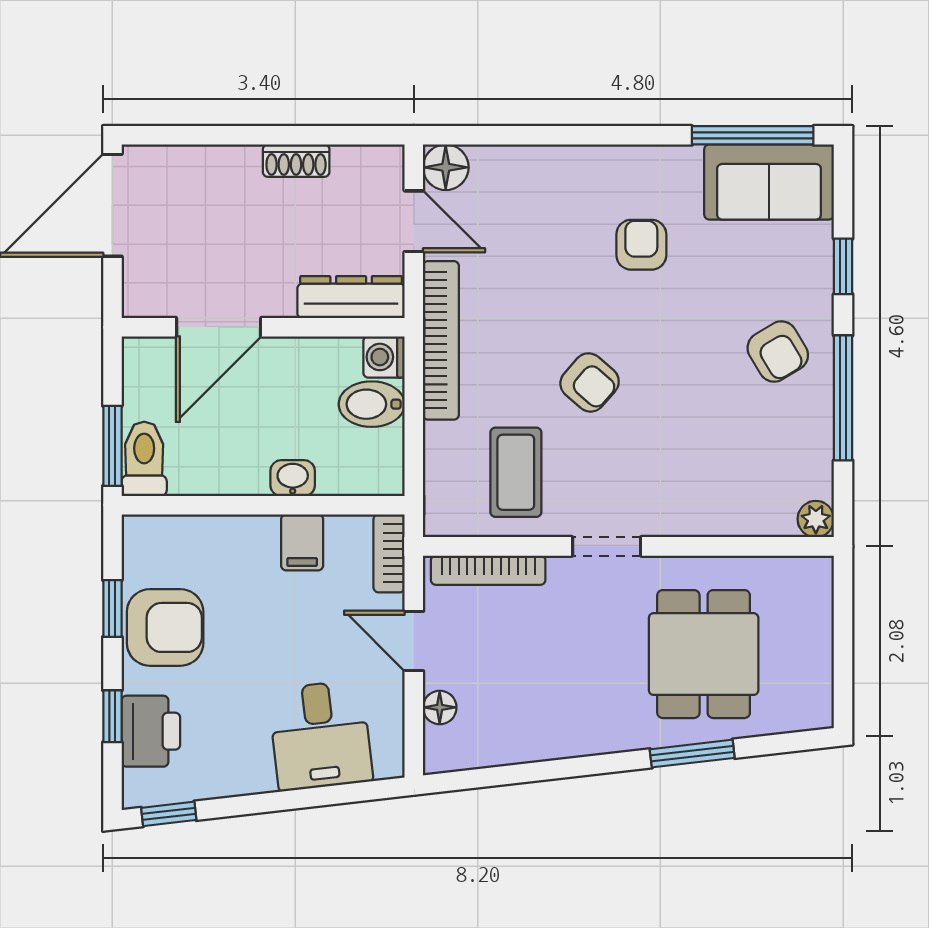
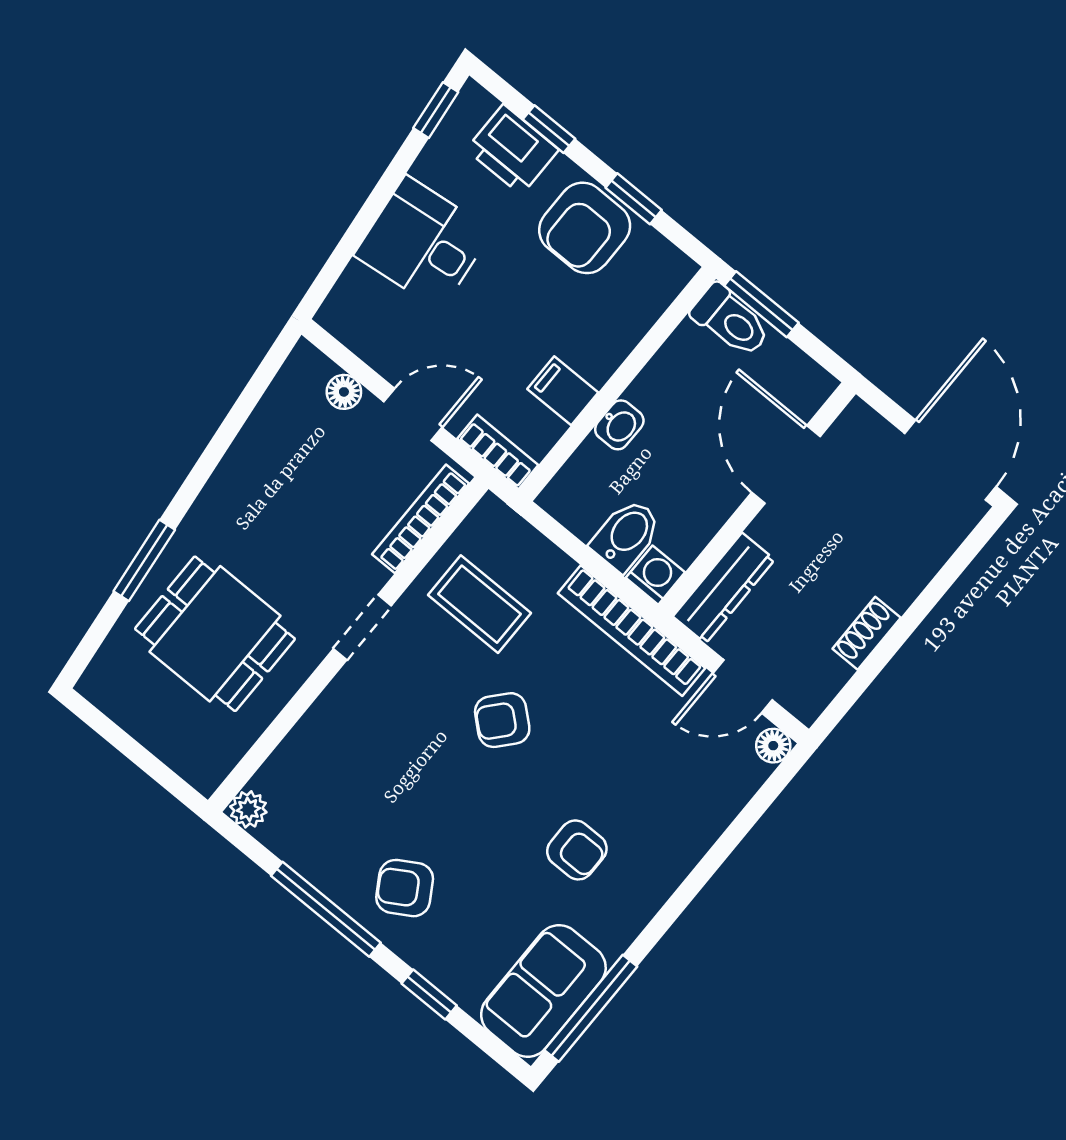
floor lamp: (446, 167) -> (773, 746), width x0.73, depth x0.73
desk: (320, 735) -> (423, 243), moved

